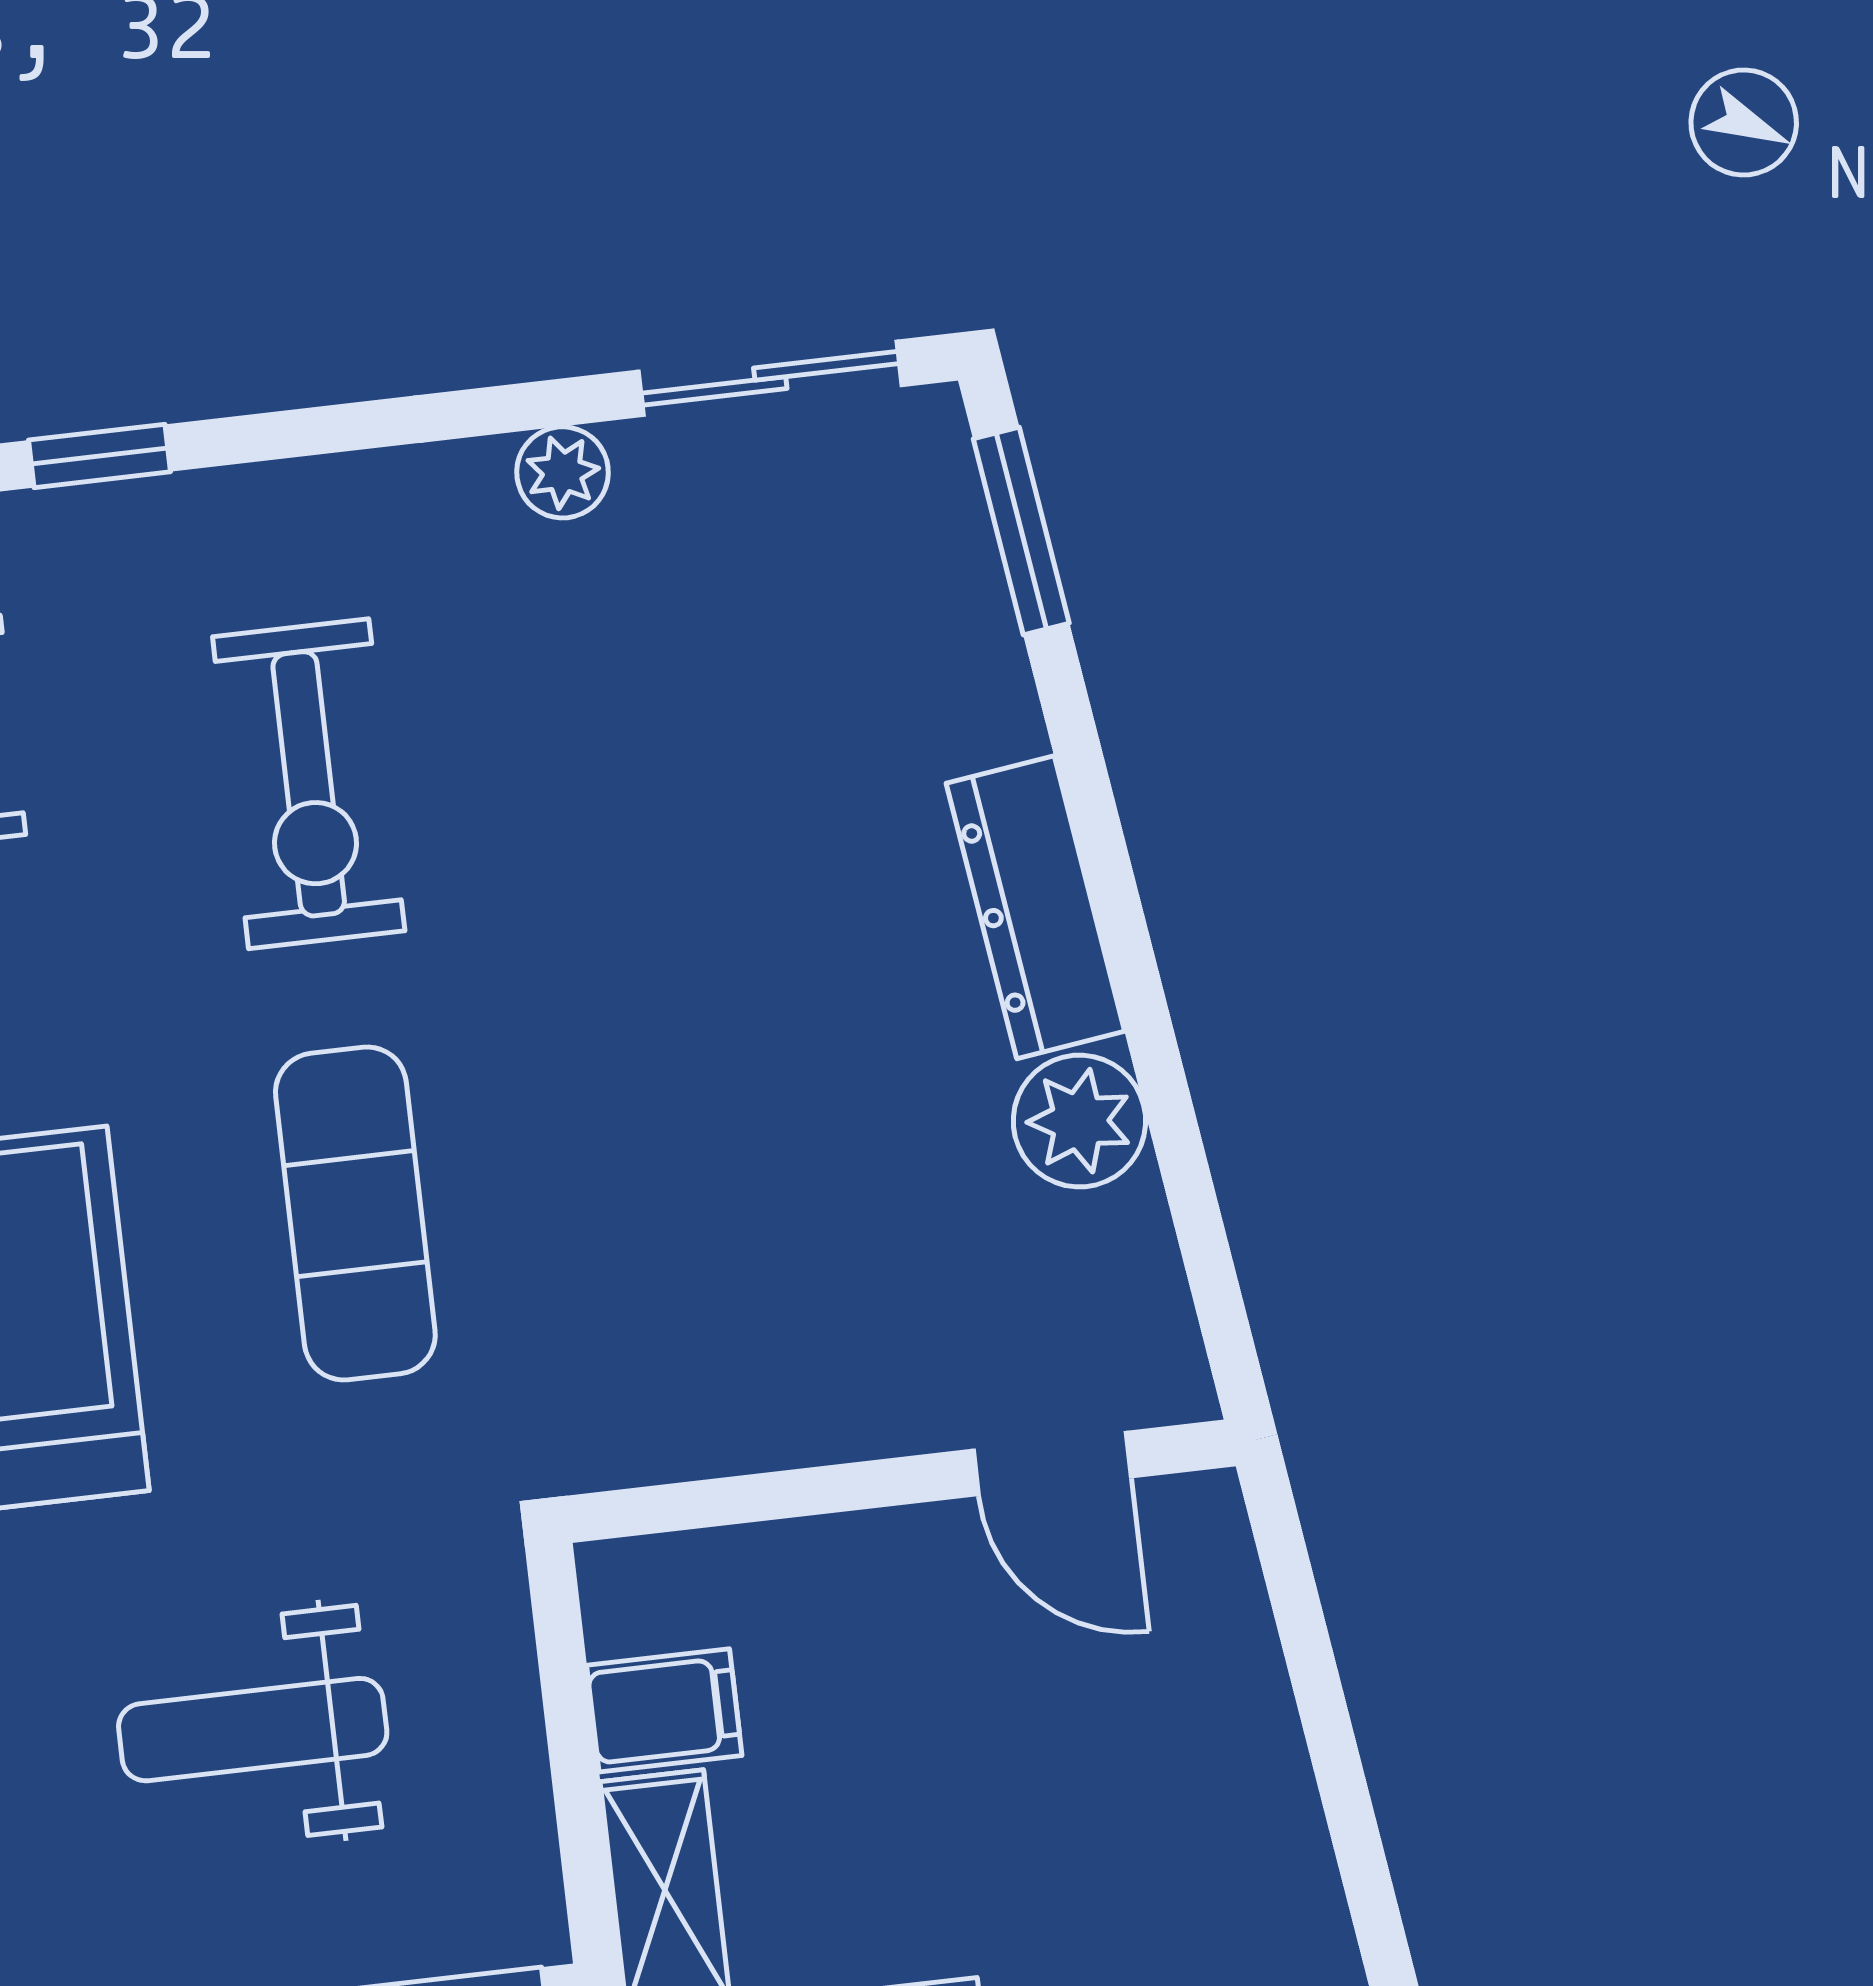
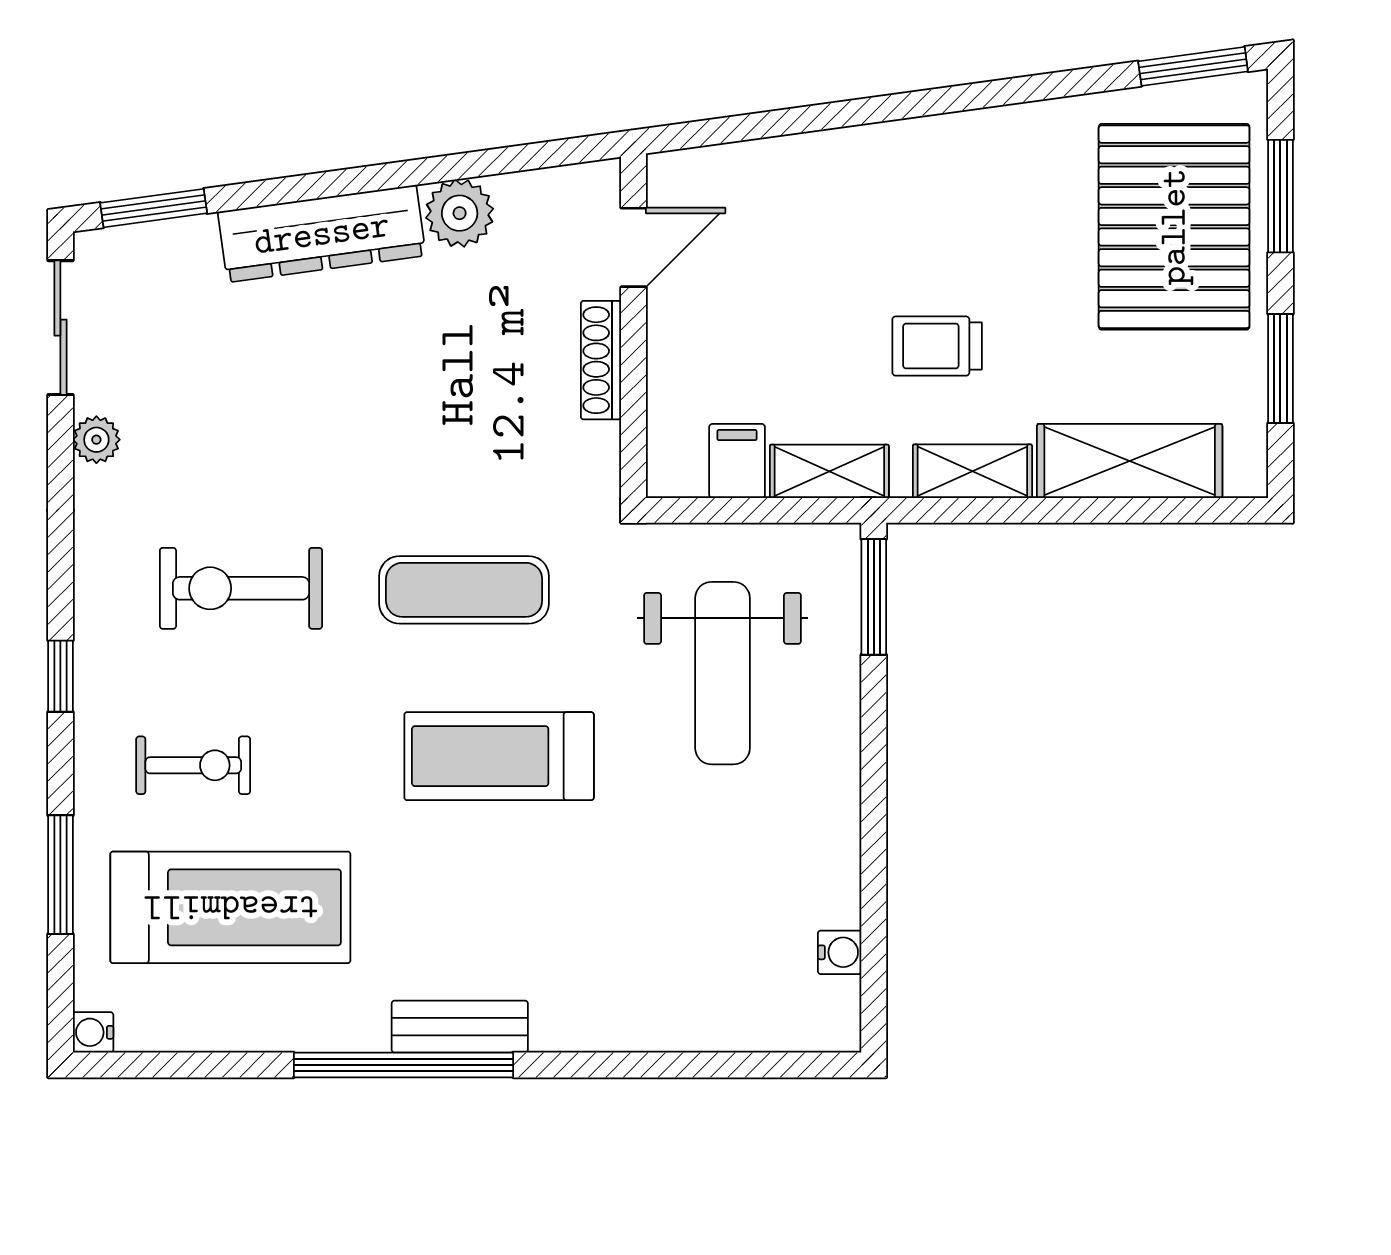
exercise bike: (309, 784) -> (241, 588), turned 180
dresser: (1035, 907) -> (322, 234), width x1.37, depth x1.24
shoe rack: (828, 1426) -> (601, 360), added
weight bench: (253, 1730) -> (723, 673), width x1.36, depth x1.33

